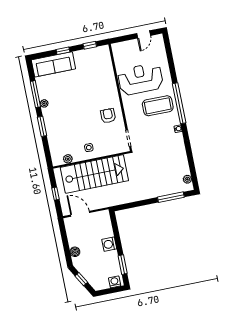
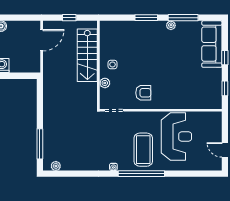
plant: (68, 159) -> (105, 83), moved
stairs: (94, 174) -> (87, 55), width x0.73, depth x0.66

